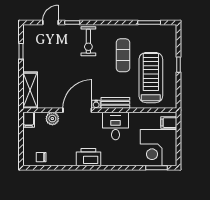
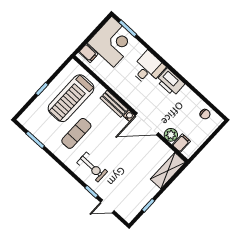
exercise bike: (88, 41) -> (92, 167), turned 90
filing cabinet: (29, 120) -> (181, 143), moved
desk: (116, 126) -> (148, 68), moved, turned 180

